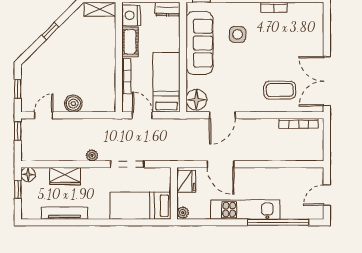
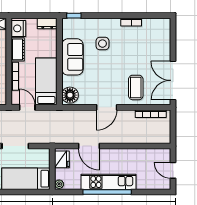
sofa: (199, 43) -> (72, 57), width x0.73
coffee table: (280, 90) -> (136, 87), turned 90
door: (222, 115) -> (107, 107), moved
door: (327, 195) -> (173, 170), hinge flipped
window: (278, 222) -> (107, 192), moved

